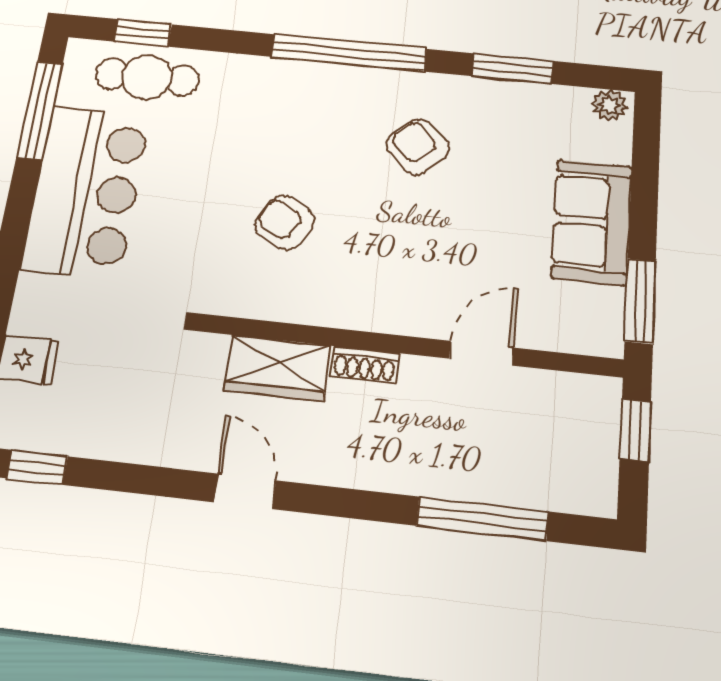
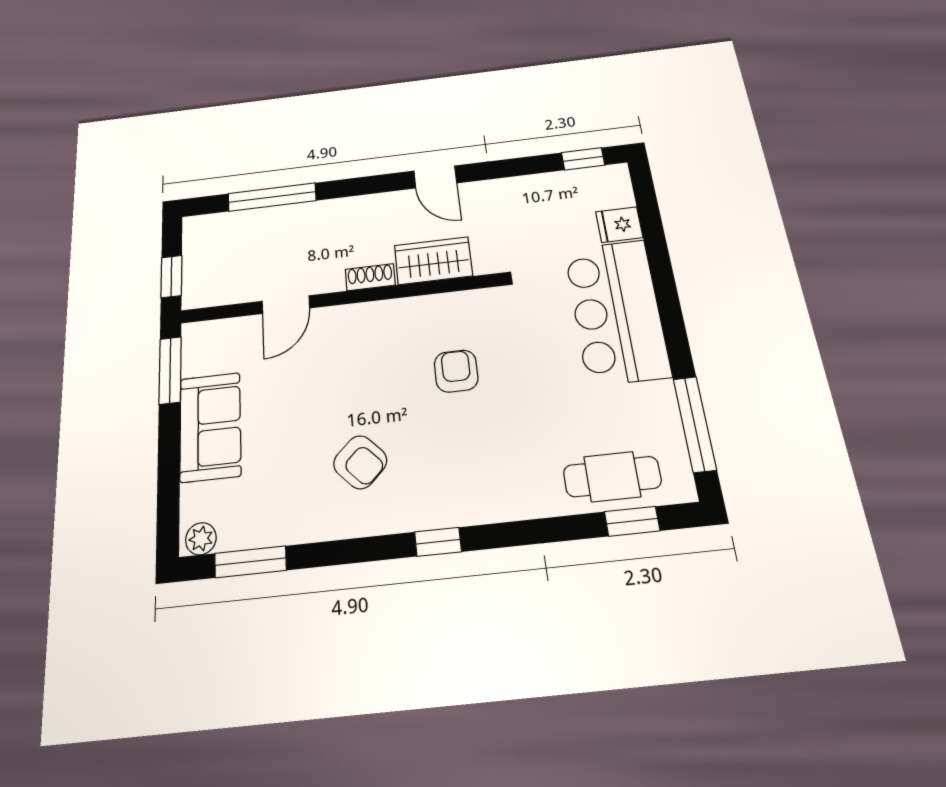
window: (349, 53) -> (438, 542), width x0.32
window: (512, 69) -> (250, 562), moved
bar counter: (86, 192) -> (617, 311), moved
armchair: (285, 223) -> (456, 371), turned -119

